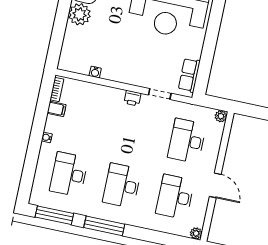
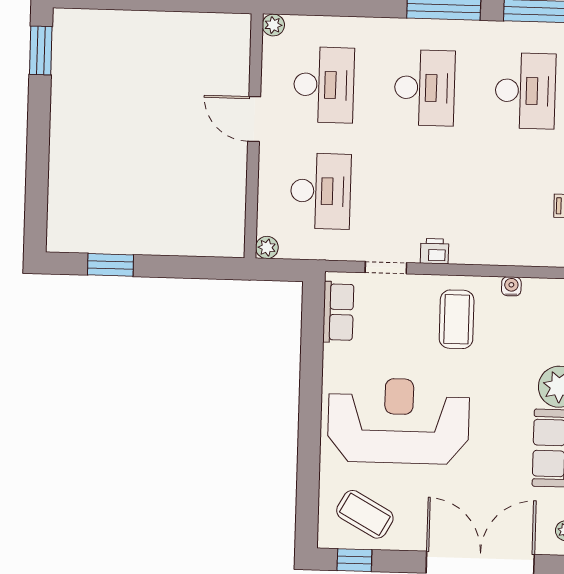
coffee table: (127, 60) -> (457, 319), added

